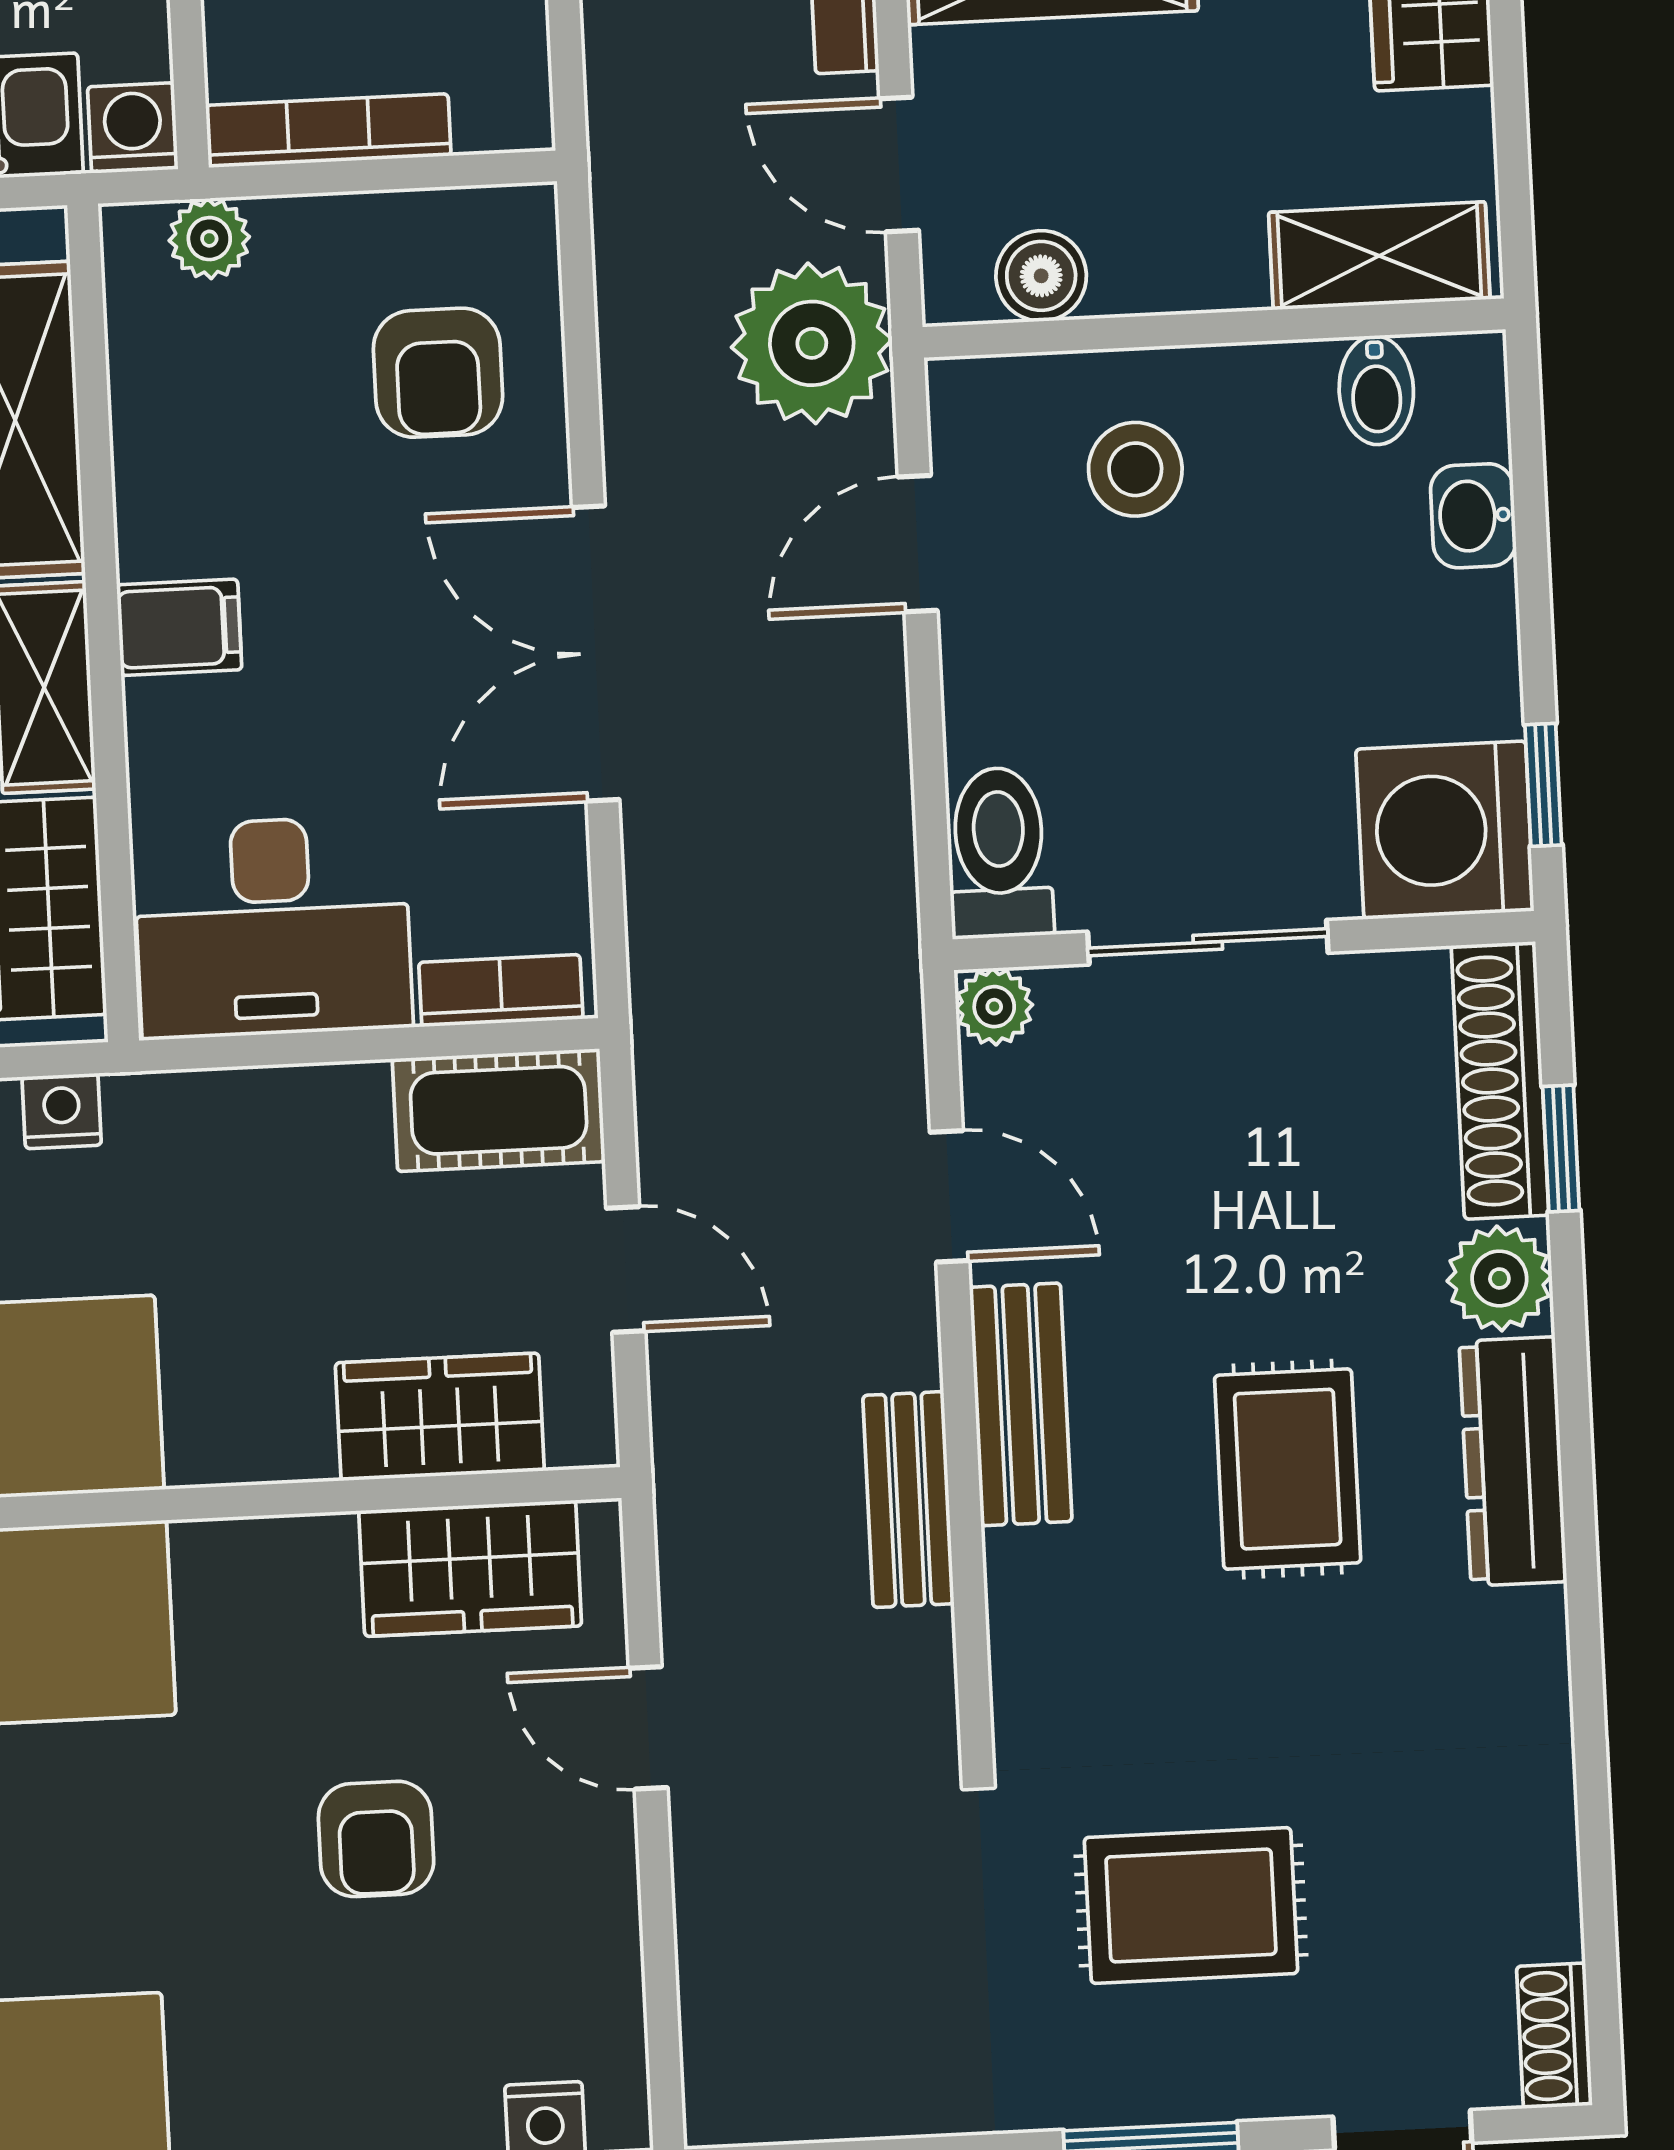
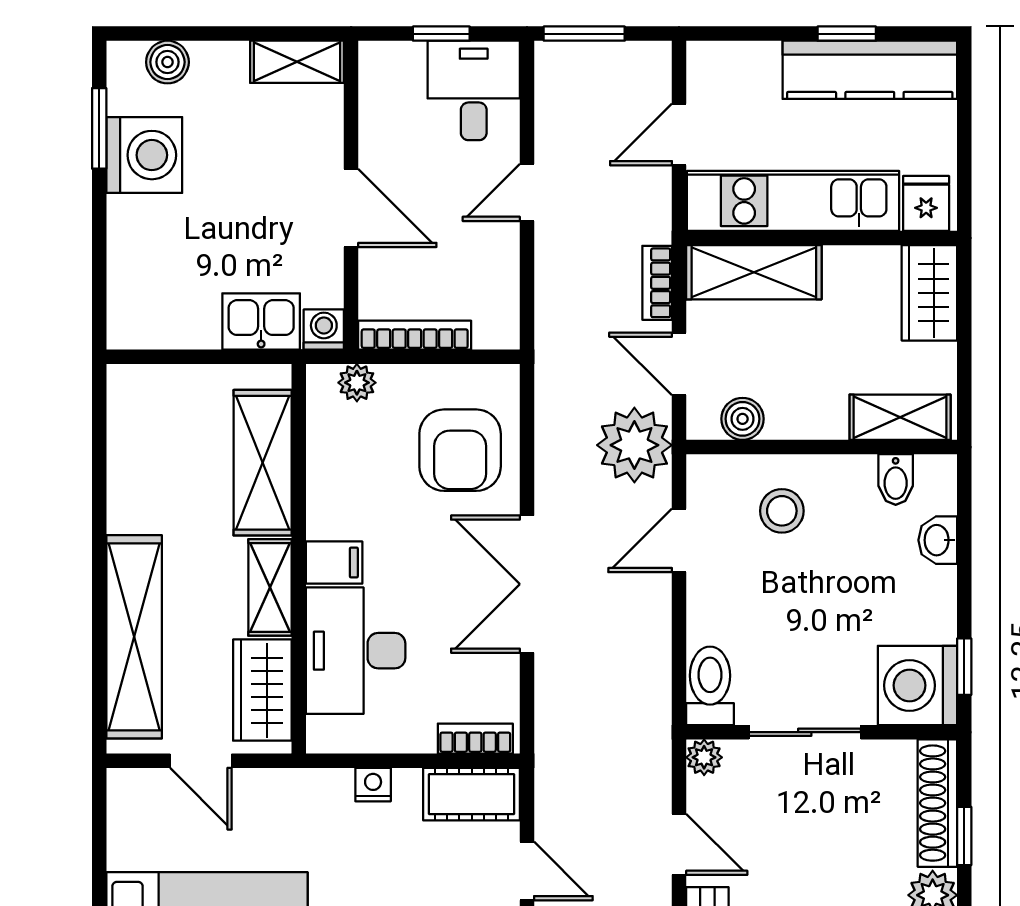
armchair: (438, 373) -> (460, 450), width x1.38, depth x1.38
desk: (273, 927) -> (356, 651), moved, turned 90
nightstand: (62, 1111) -> (373, 785), moved

